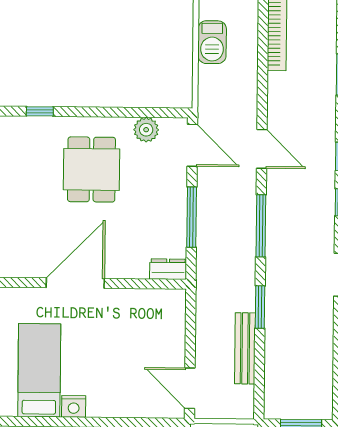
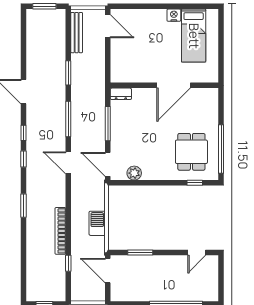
dining table: (91, 169) -> (191, 152), moved
bench: (245, 348) -> (77, 33), moved

